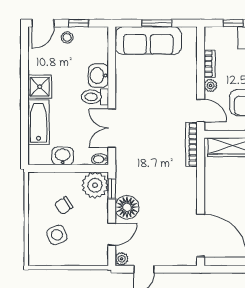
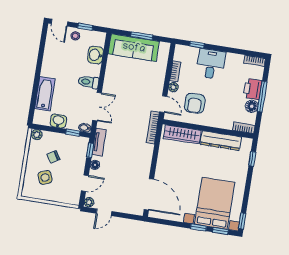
door: (43, 23) -> (59, 23), hinge flipped
washbasin: (98, 76) -> (95, 55), moved
shower: (40, 87) -> (50, 68), removed
double door: (112, 128) -> (97, 107), swing flipped
window: (85, 168) -> (73, 133), added
tv unit: (122, 176) -> (99, 142), added
plant: (95, 185) -> (37, 135), moved, width x0.53, depth x0.53
floor lamp: (127, 207) -> (95, 165), width x0.53, depth x0.53

